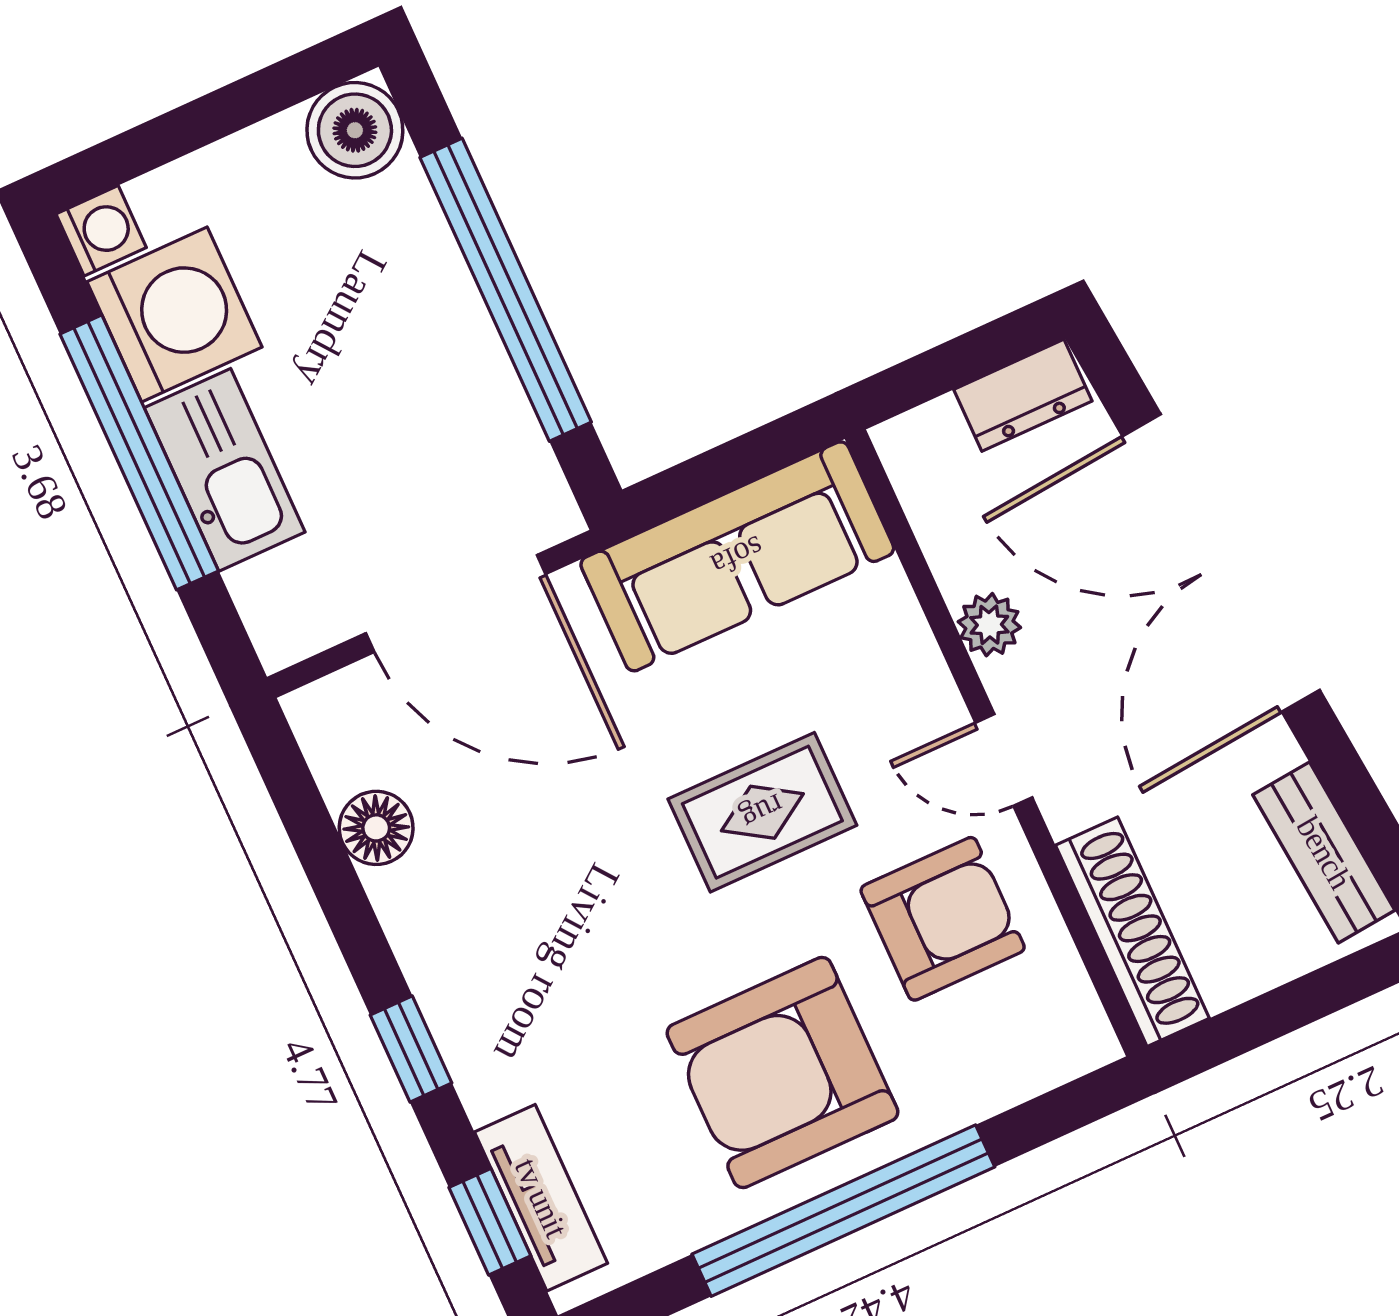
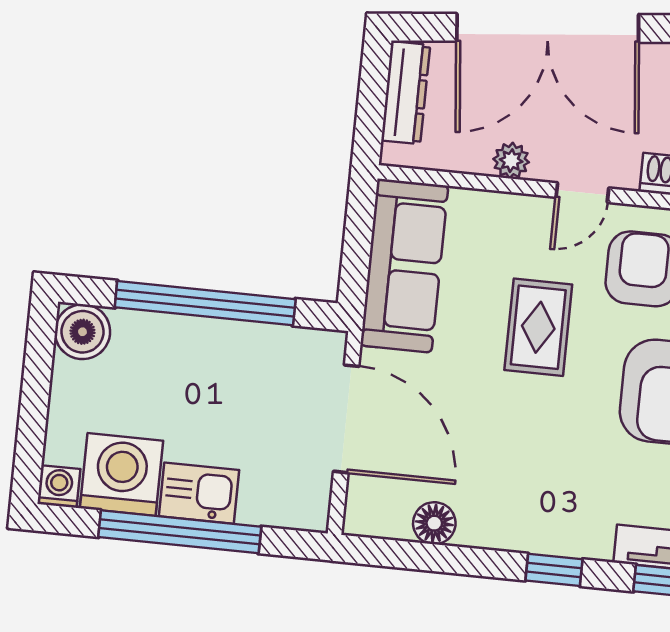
dresser: (1023, 395) -> (406, 93), width x1.44
kitchen sink: (225, 470) -> (199, 493), width x0.73
door: (456, 604) -> (346, 419), hinge flipped

